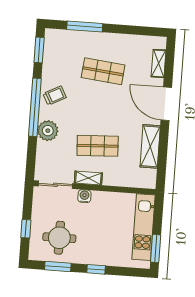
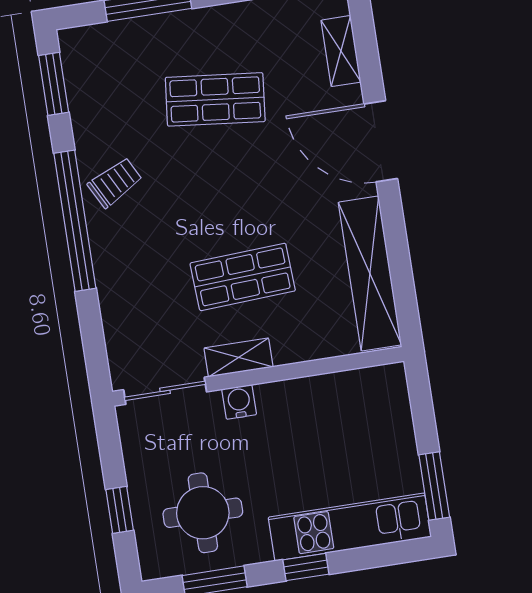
plant: (48, 131) -> (118, 268), removed
shelving: (150, 146) -> (370, 274), width x1.47
kitchen unit: (144, 227) -> (350, 527), moved, turned 90

